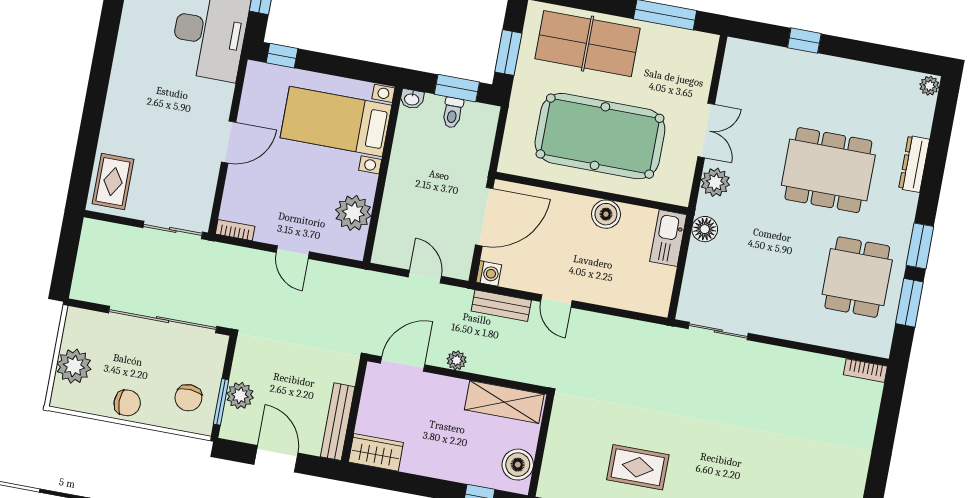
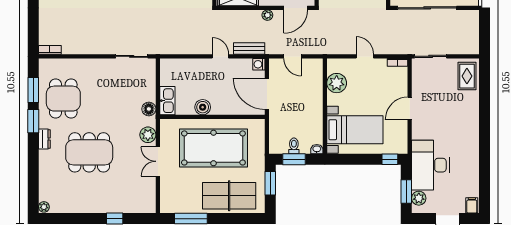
dresser: (914, 164) -> (44, 139), moved, width x0.70
door: (484, 217) -> (267, 94), hinge flipped

